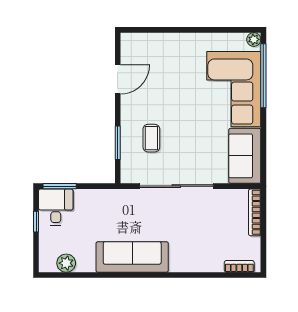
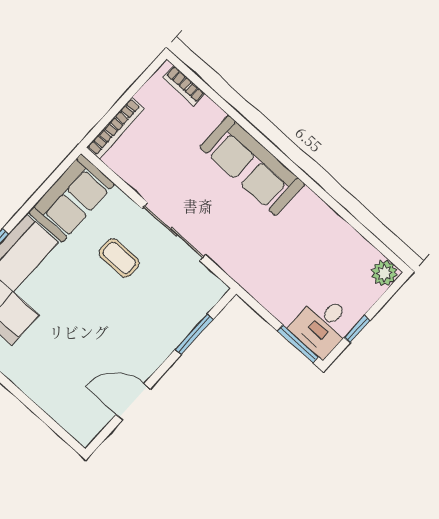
coffee table: (151, 138) -> (119, 258), moved, turned 90
sliding door: (176, 186) -> (174, 232), width x0.73
sofa: (132, 257) -> (252, 166), moved
plant: (66, 263) -> (384, 273), moved

